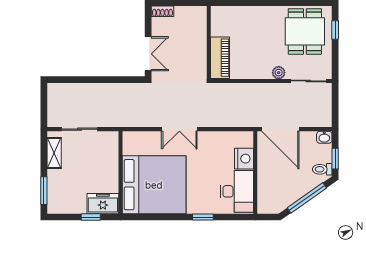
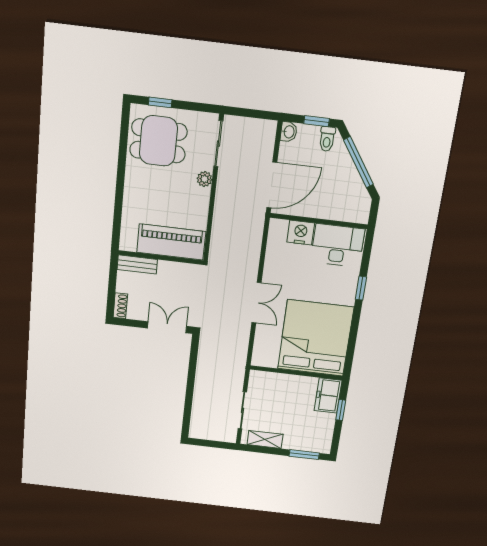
bench: (200, 23) -> (137, 264), added
piano: (220, 58) -> (171, 242), width x1.37, depth x1.33

